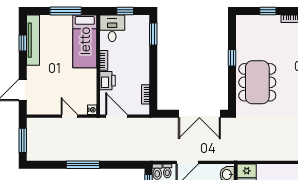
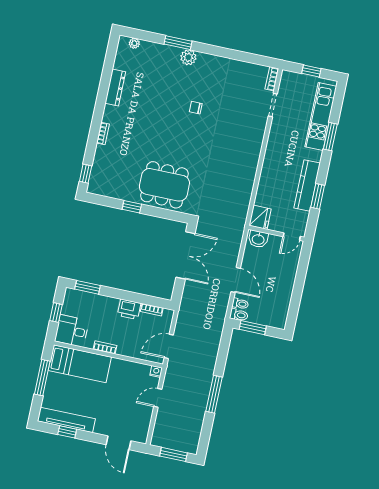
window: (268, 11) -> (86, 174), moved
printer: (107, 81) -> (129, 309), moved, turned 180

